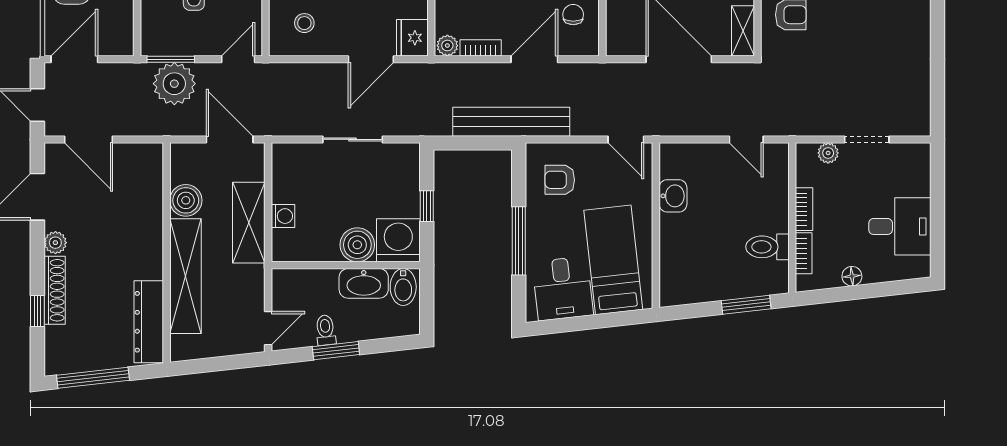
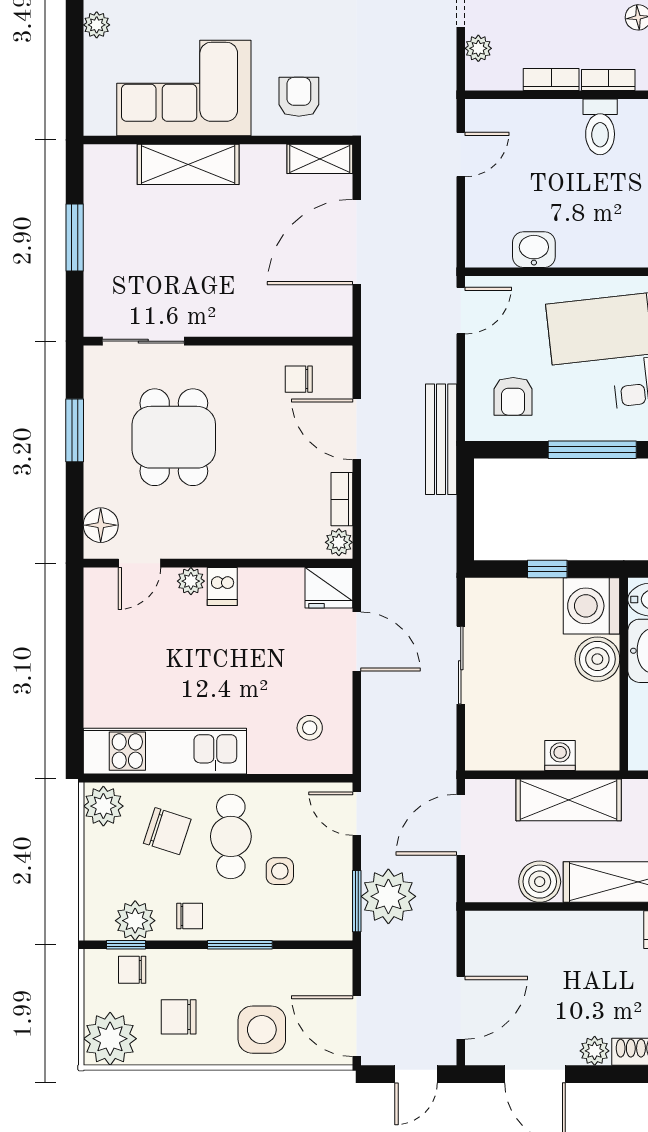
bench: (511, 122) -> (441, 439), width x0.73, depth x0.82

